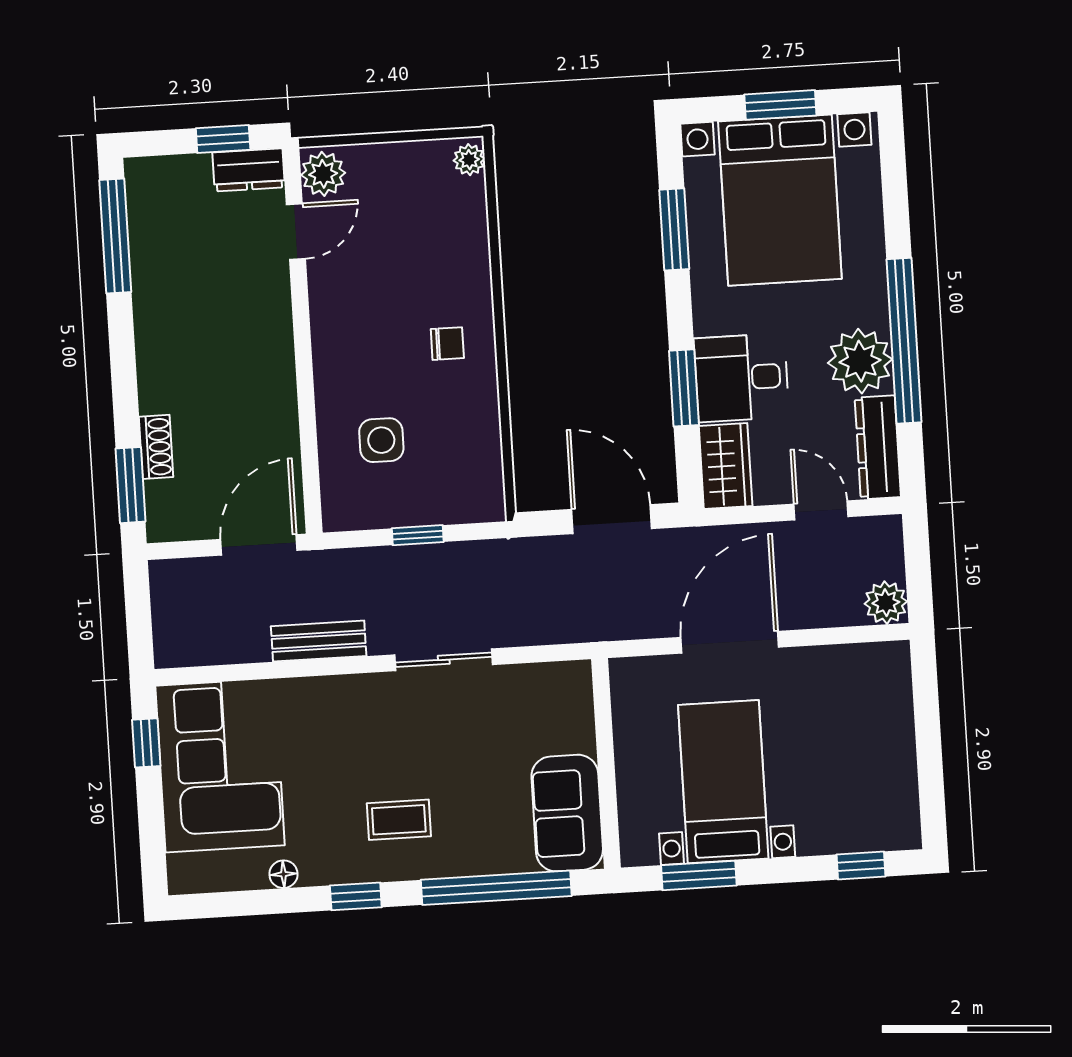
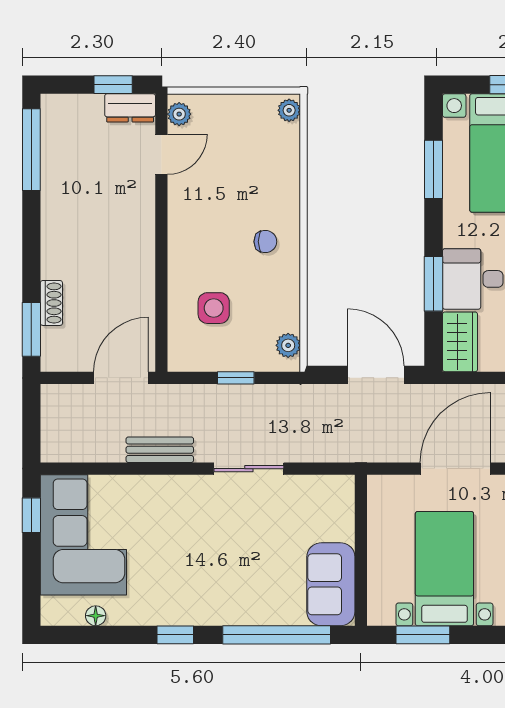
plant: (323, 174) -> (179, 114), width x0.73, depth x0.73
plant: (488, 486) -> (288, 345), added
coffee table: (399, 820) -> (210, 582), removed
floor lamp: (283, 874) -> (96, 616), moved

